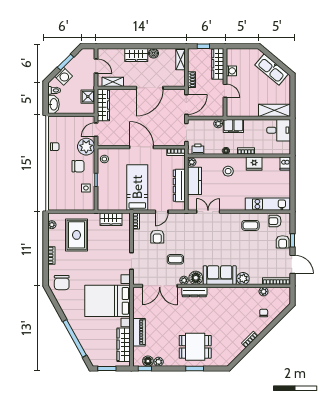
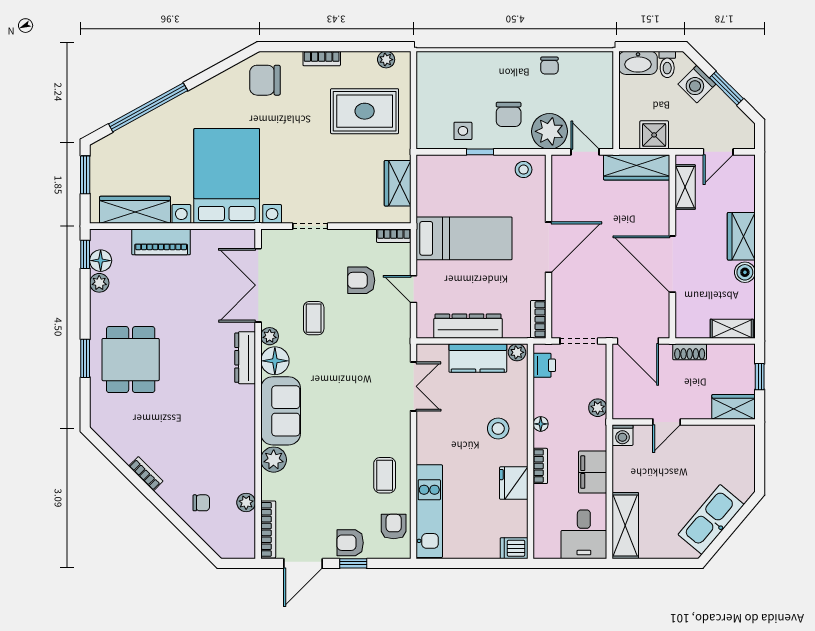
wardrobe: (218, 64) -> (734, 407), width x0.67
washing machine: (231, 71) -> (622, 435), moved
filing cabinet: (233, 126) -> (593, 472), moved

